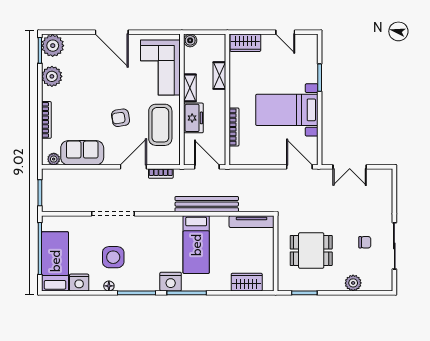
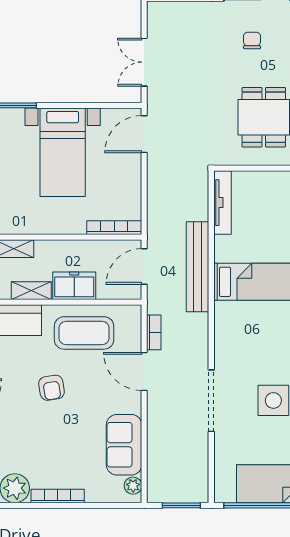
armchair: (121, 118) -> (52, 388), moved
bookcase: (46, 120) -> (58, 496), moved
bookcase: (234, 127) -> (114, 228), moved
double door: (350, 167) -> (144, 62), swing flipped

